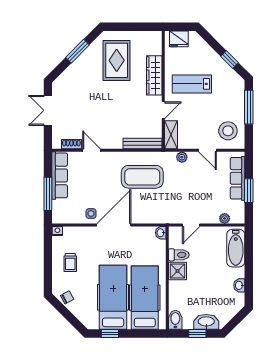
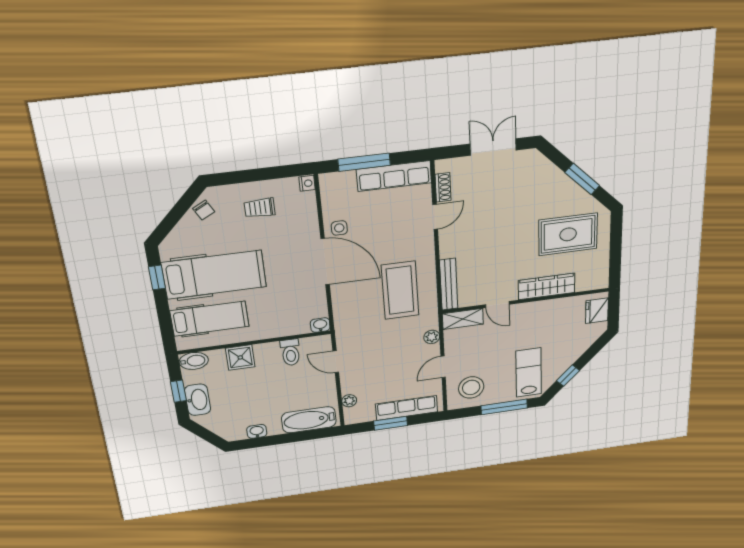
lab bench: (192, 84) -> (529, 373), moved
shower: (178, 271) -> (240, 357), moved
hospital bed: (145, 298) -> (210, 319), width x0.73, depth x0.78

